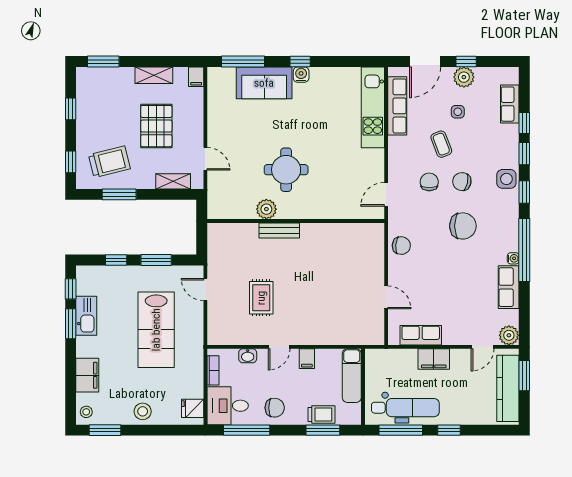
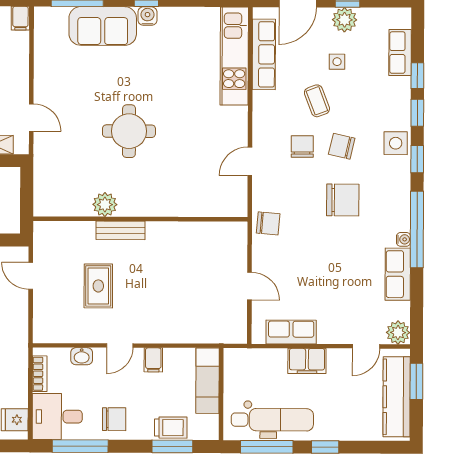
plant: (266, 209) -> (105, 205), moved
wall: (296, 221) -> (140, 219), moved
bench: (279, 230) -> (120, 230), moved

